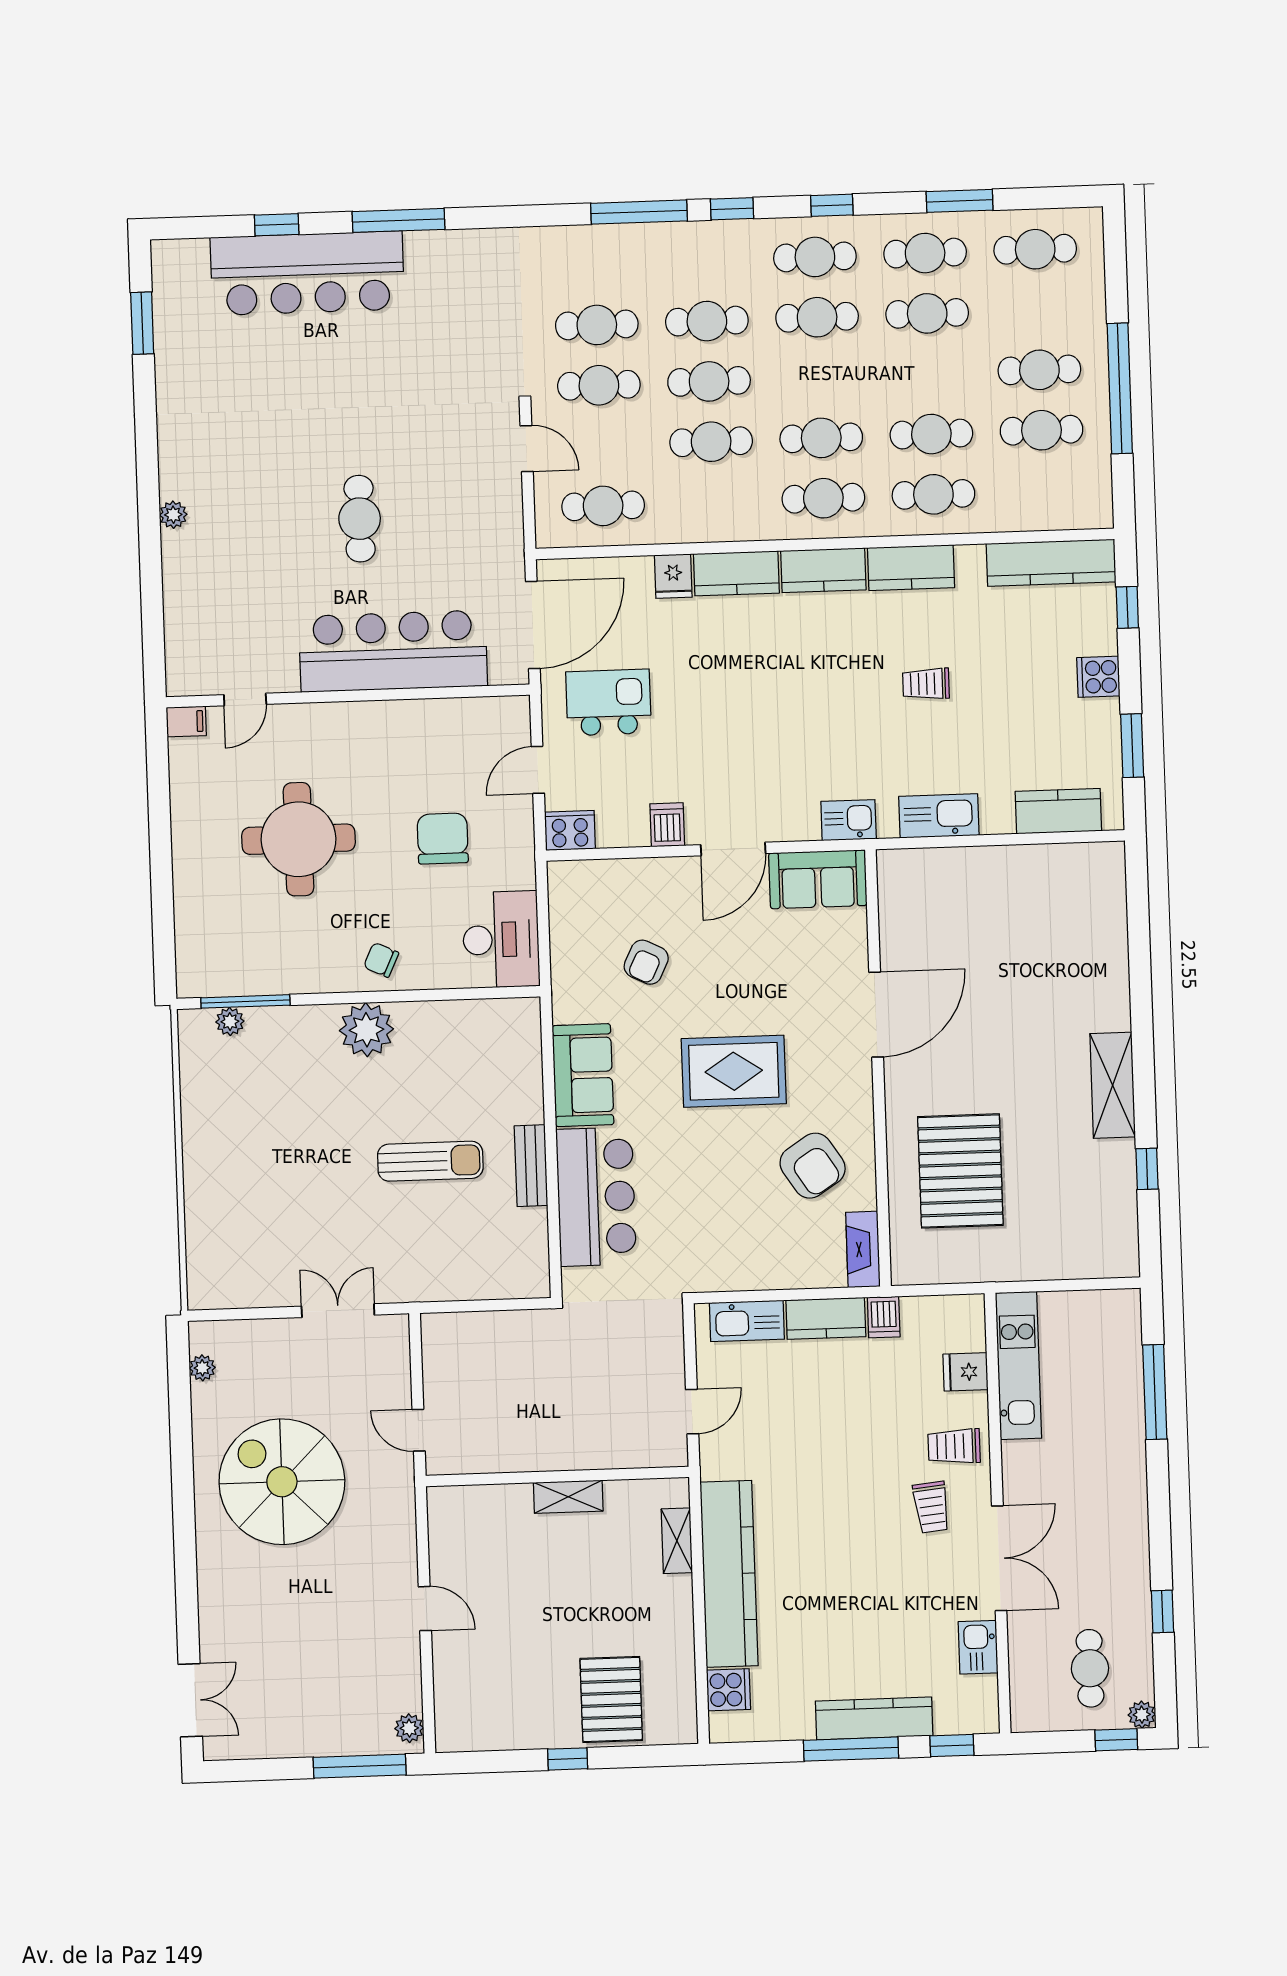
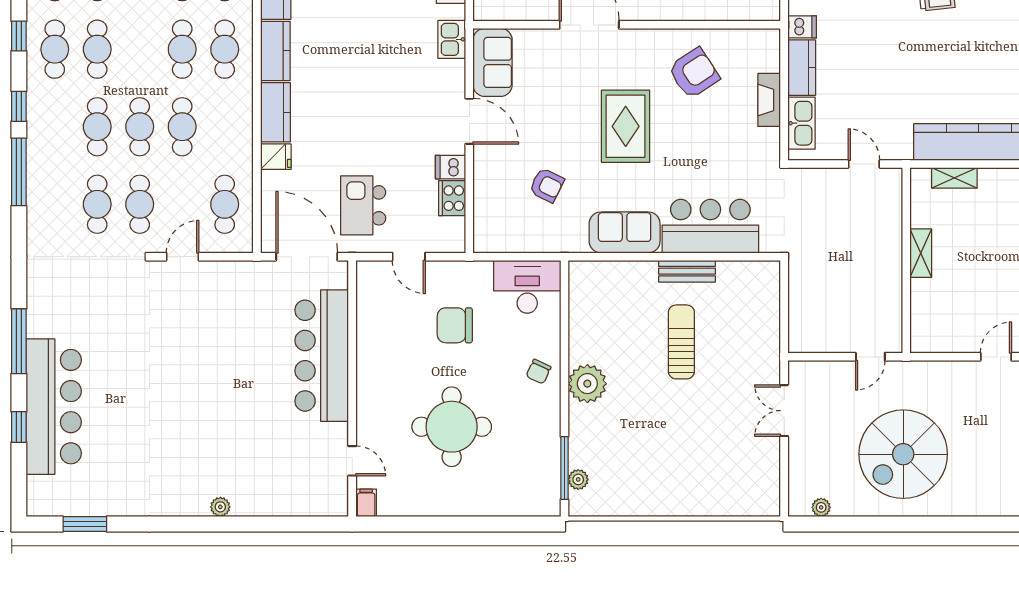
cafe table: (360, 519) -> (228, 376), removed
cooker: (570, 830) -> (452, 198), moved
fireplace: (863, 1249) -> (769, 100), moved, turned 90

